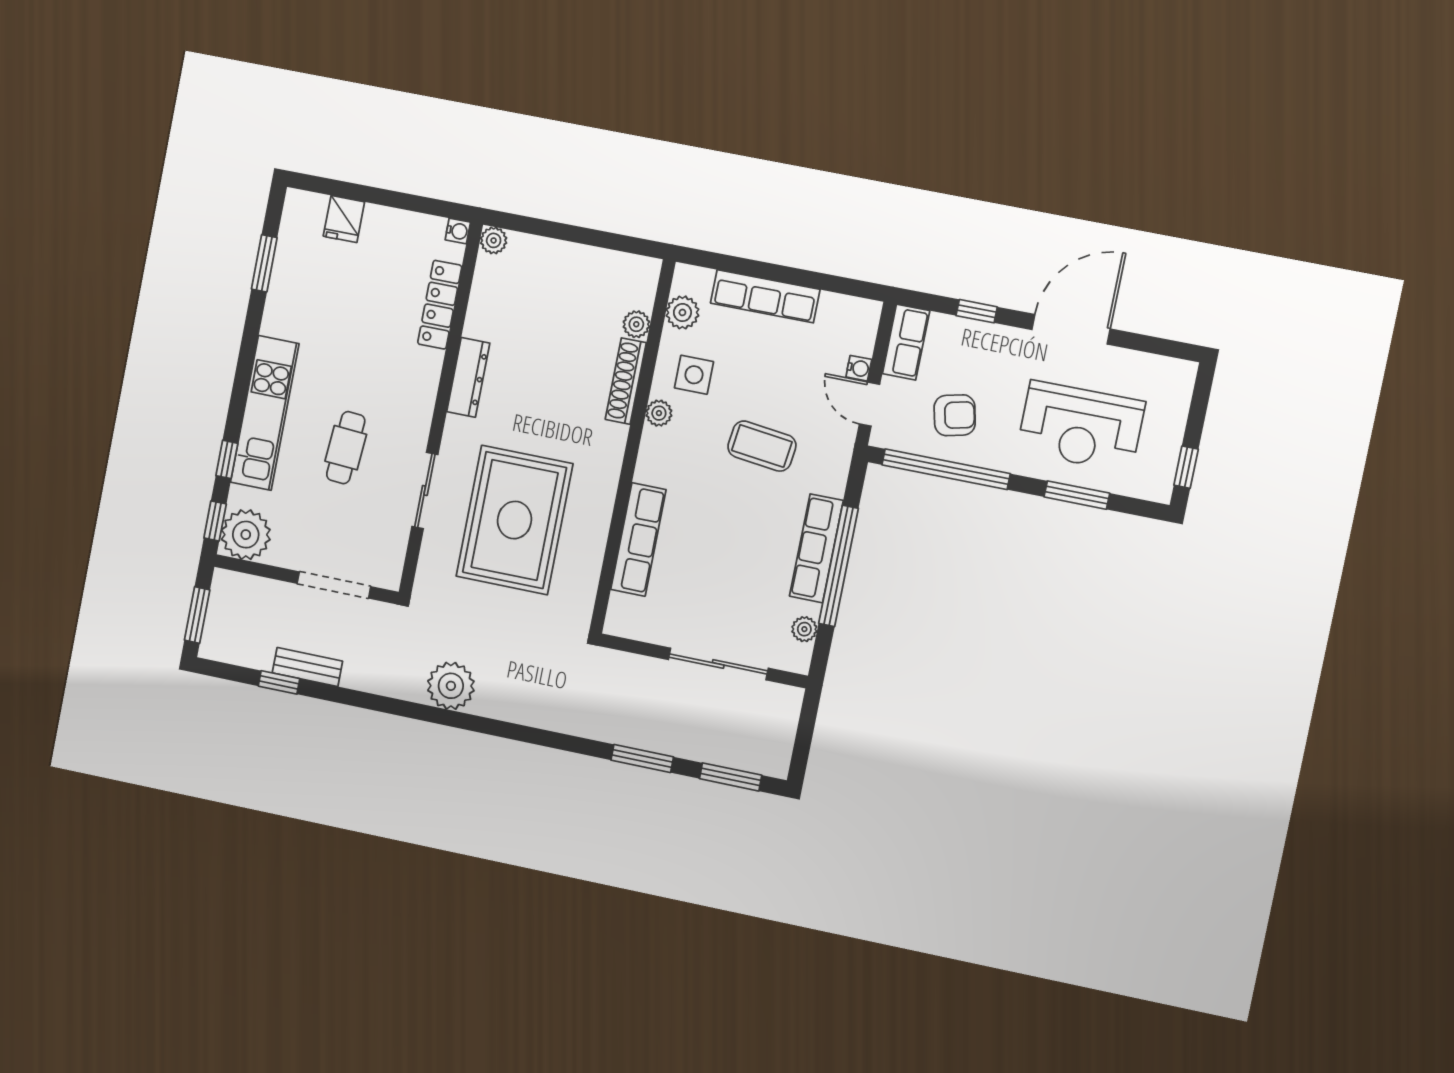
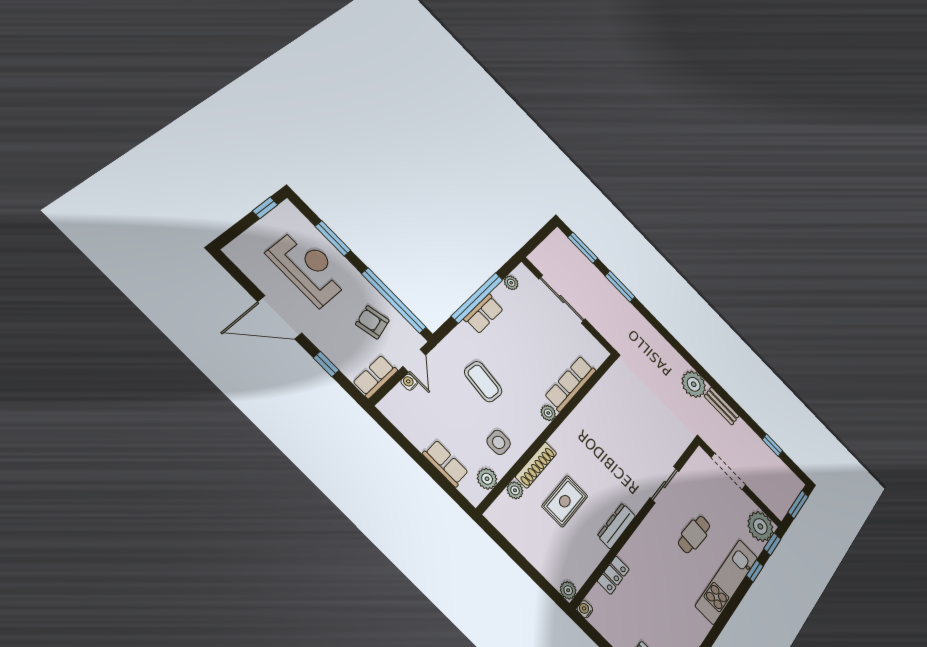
row of seats: (765, 296) -> (446, 463), width x0.68
locker: (440, 305) -> (613, 575), width x0.66
plant: (659, 413) -> (548, 413), moved
rug: (514, 520) -> (565, 501), moved, width x0.54, depth x0.49
row of seats: (816, 548) -> (484, 314), width x0.68
bench: (307, 667) -> (722, 406), moved

